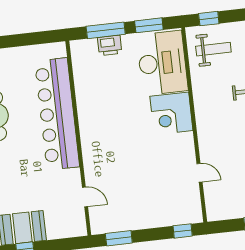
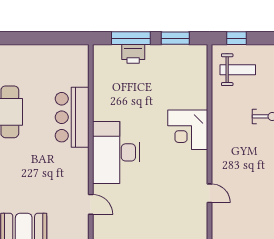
desk: (162, 63) -> (116, 152), moved, turned 180
bar counter: (57, 114) -> (72, 117), width x0.54

